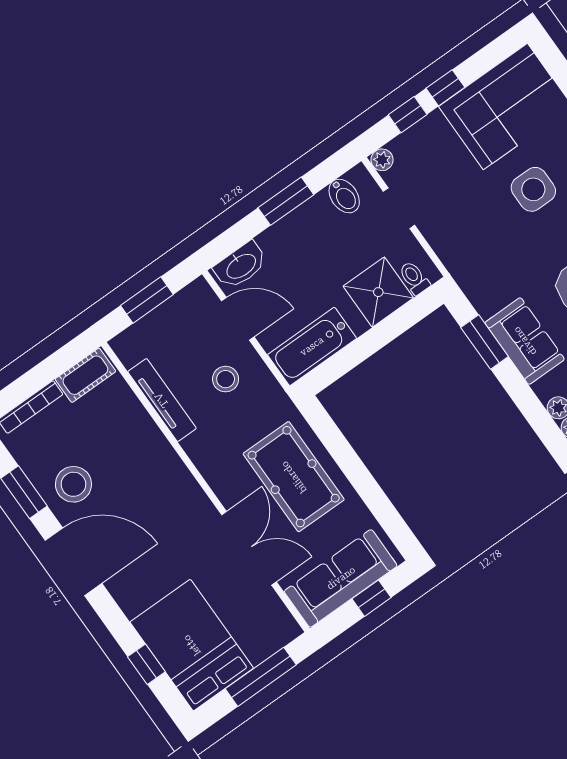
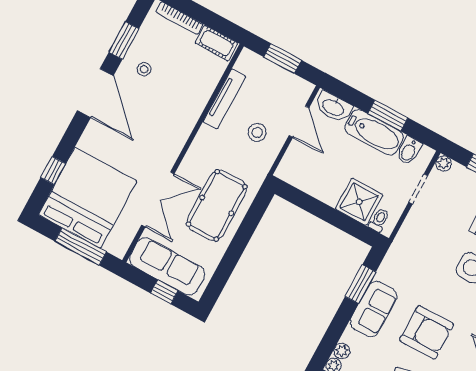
bathtub: (312, 346) -> (374, 132), moved, turned 180
stool: (73, 484) -> (144, 69), width x0.53, depth x0.53
bed: (192, 645) -> (88, 198), width x1.36

